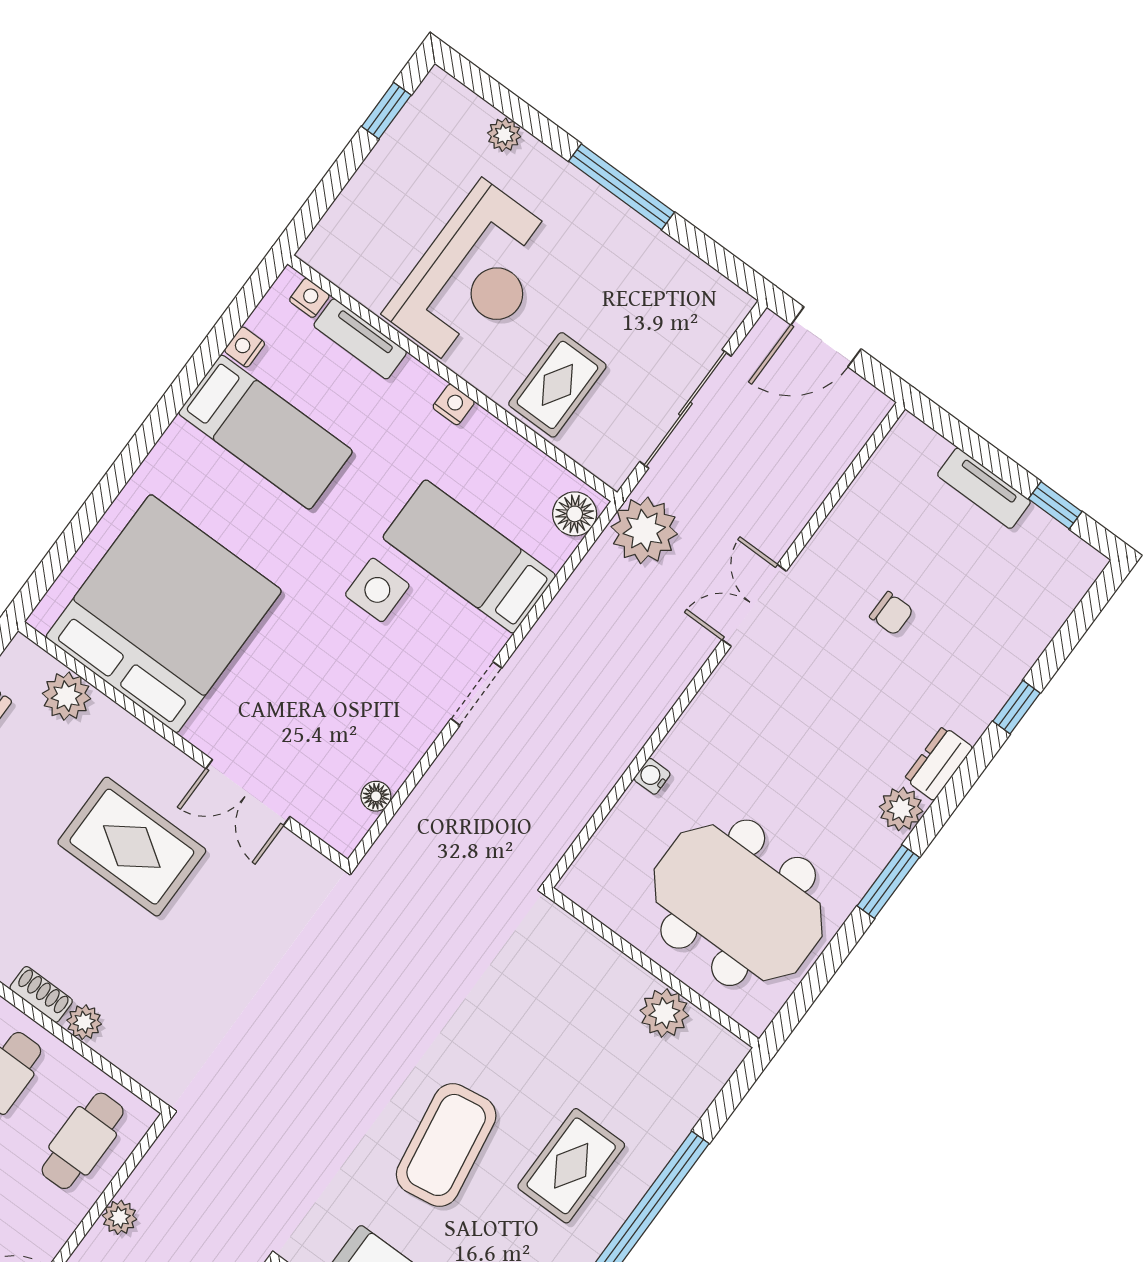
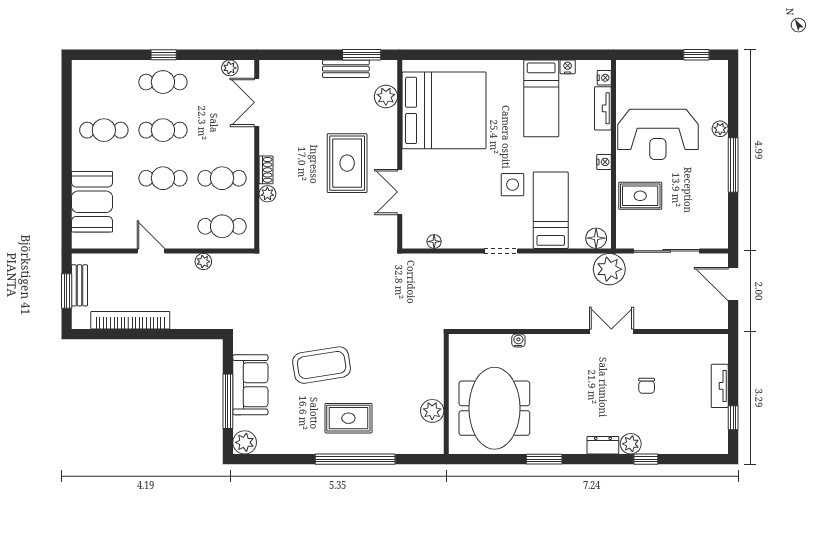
plant: (504, 135) -> (720, 129), moved
plant: (901, 809) -> (631, 444), moved

